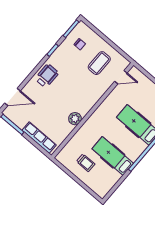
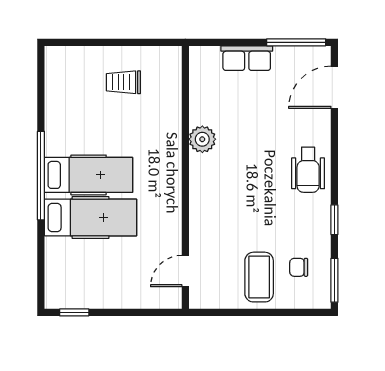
coffee table: (99, 63) -> (259, 277), moved
row of seats: (39, 138) -> (247, 58), width x0.68
hospital bed: (113, 156) -> (89, 175), moved

